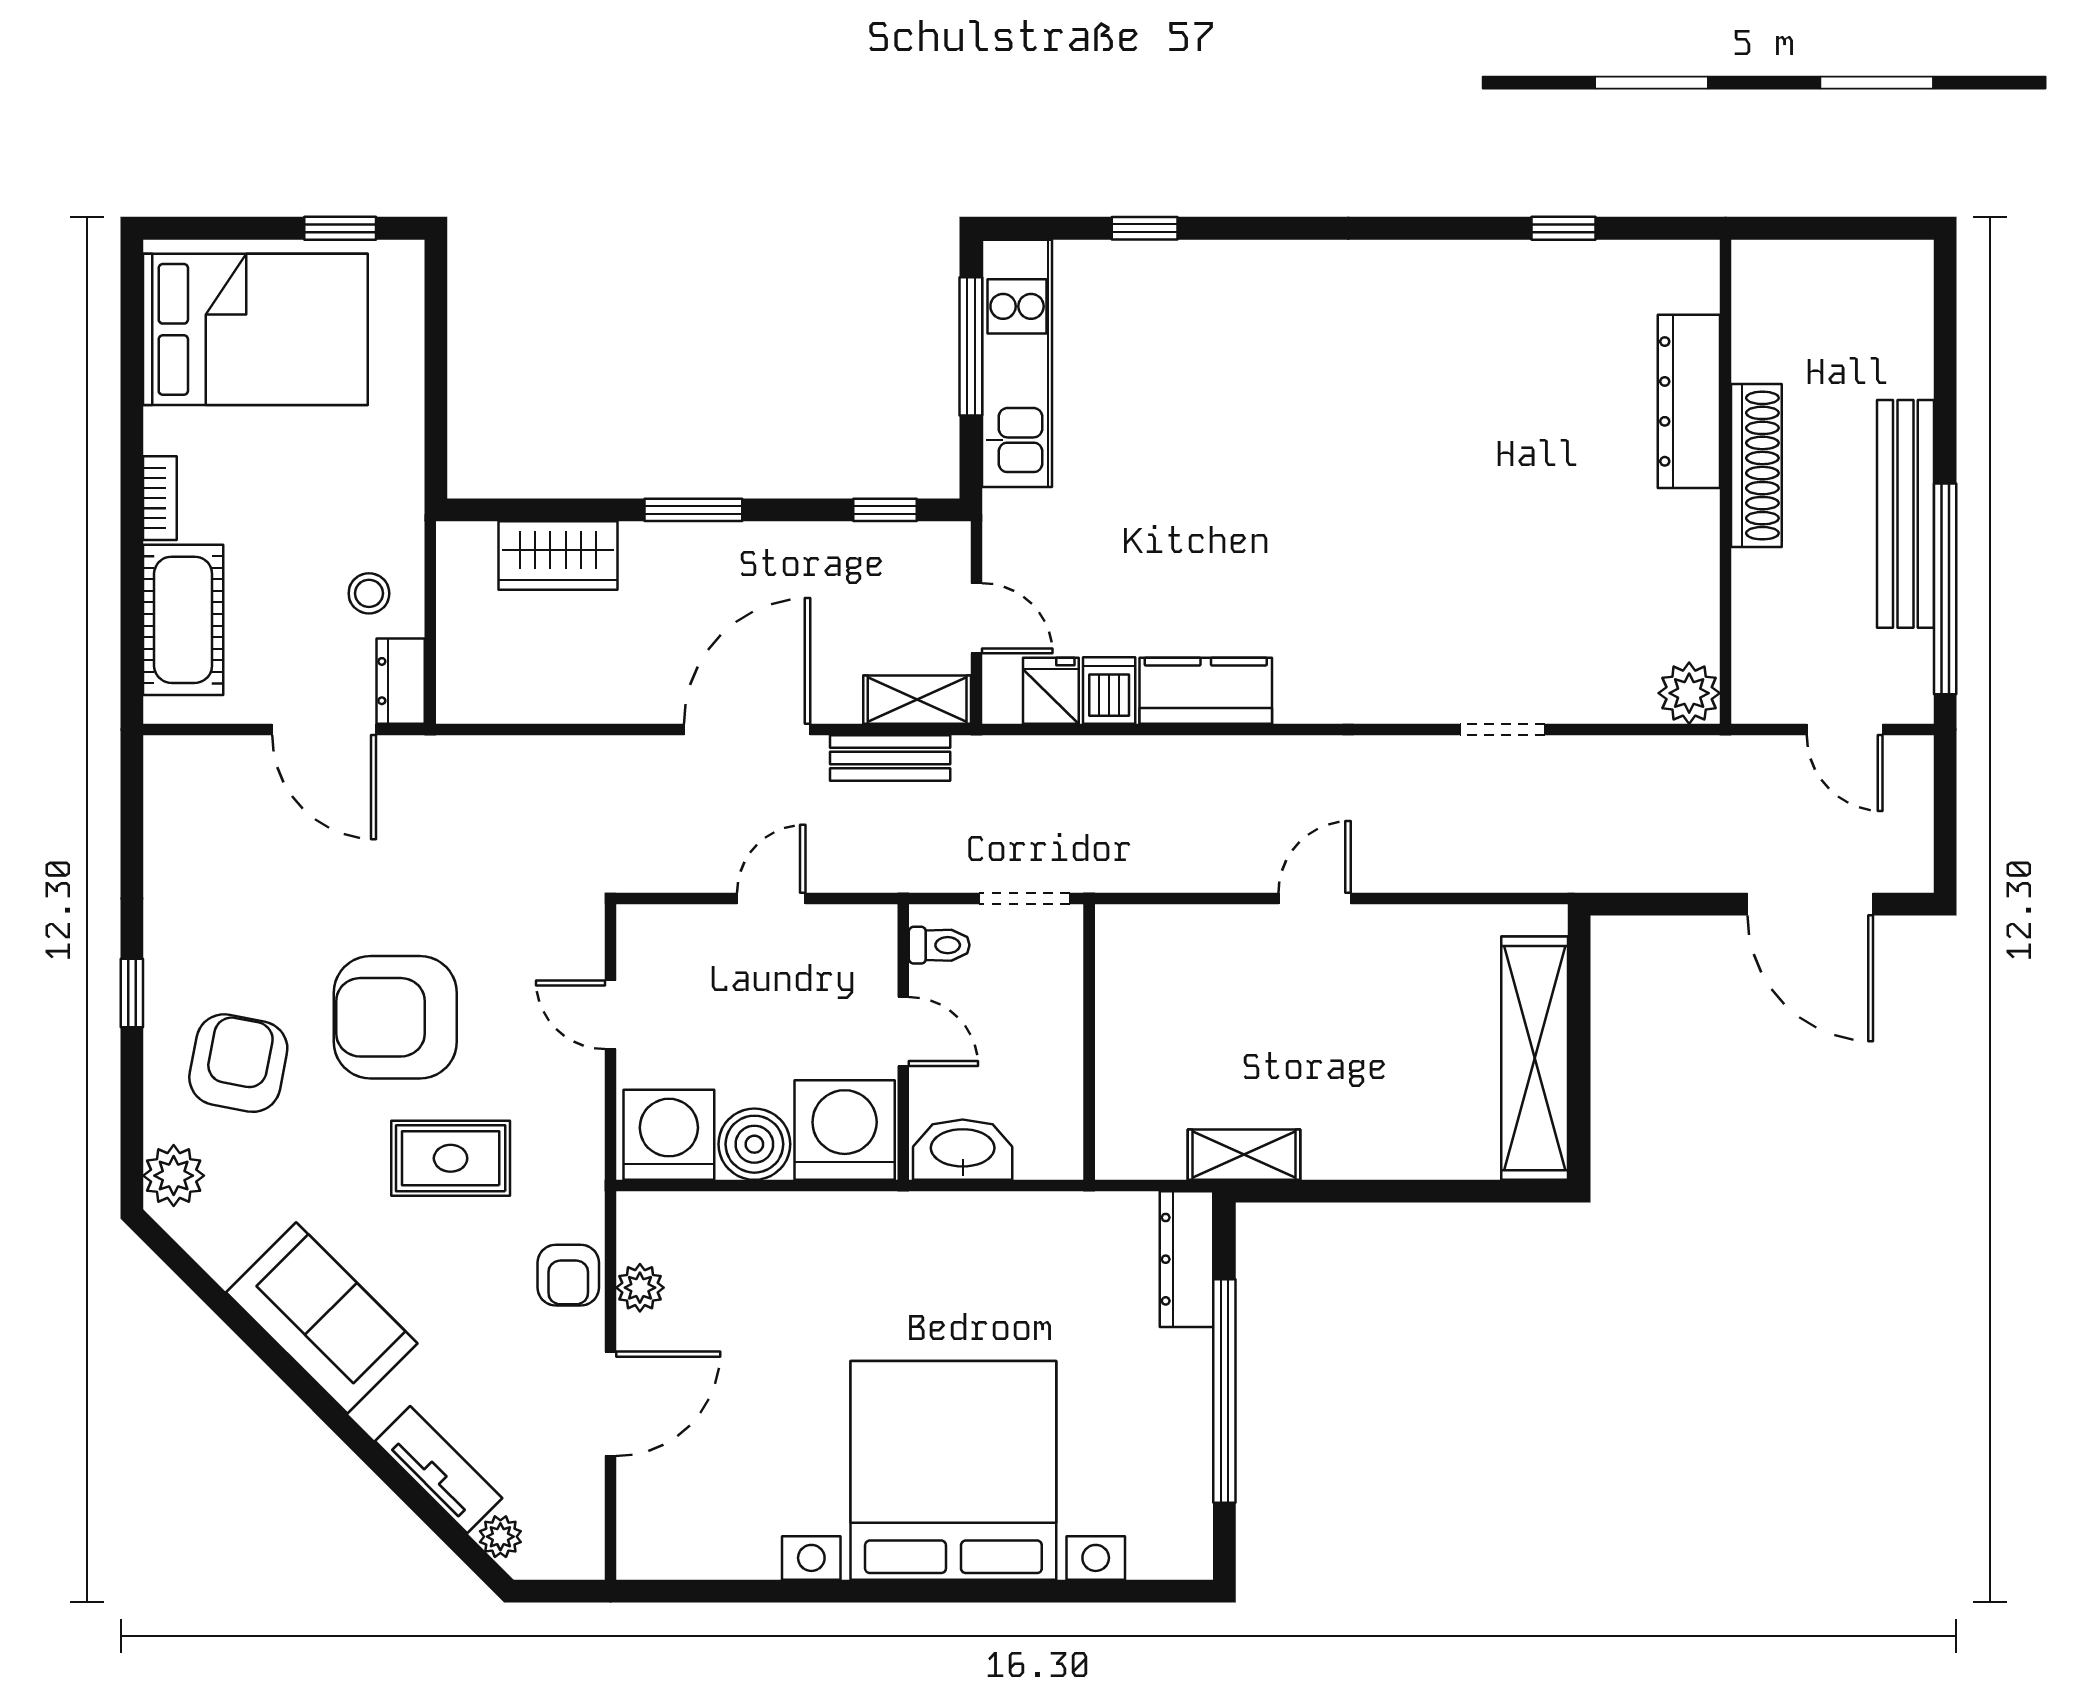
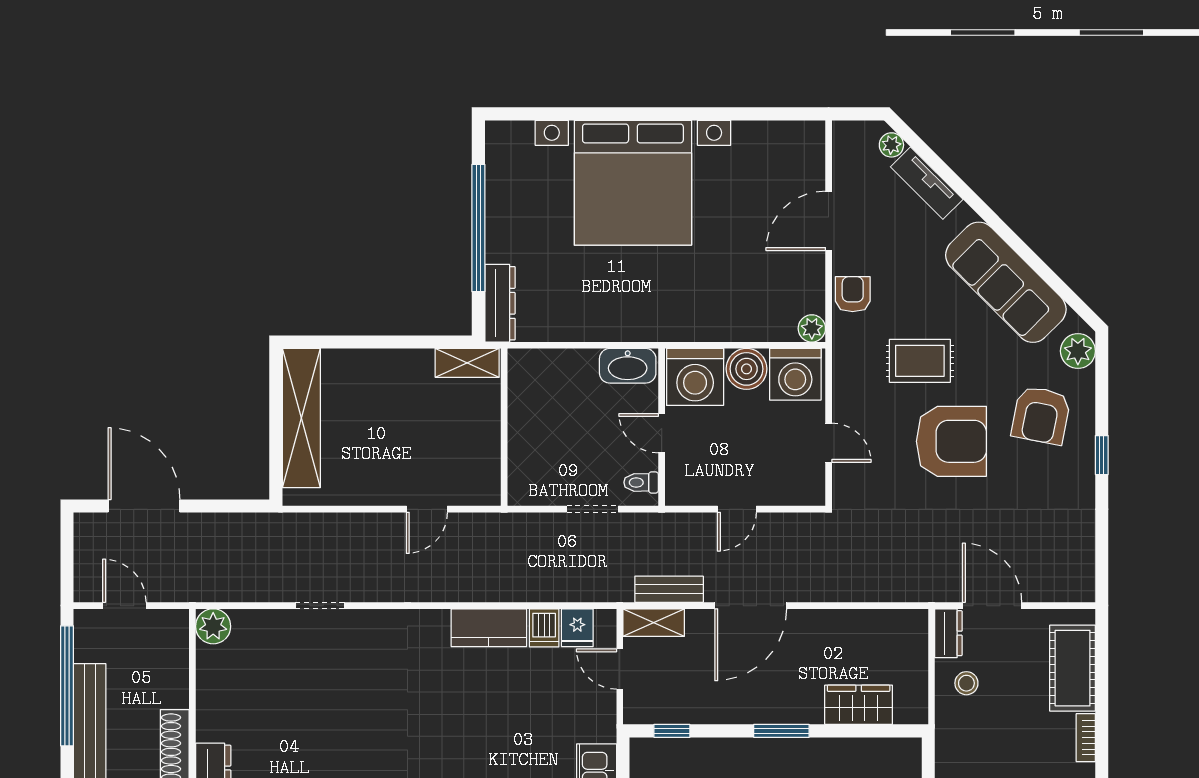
wall: (1089, 1042) -> (504, 427), moved
plant: (640, 1288) -> (812, 328), moved
sofa: (322, 1318) -> (1006, 282), width x1.36

